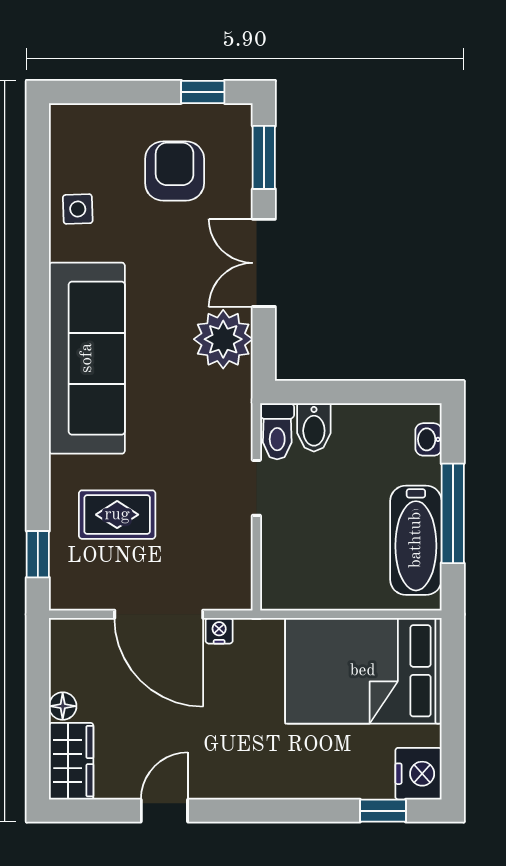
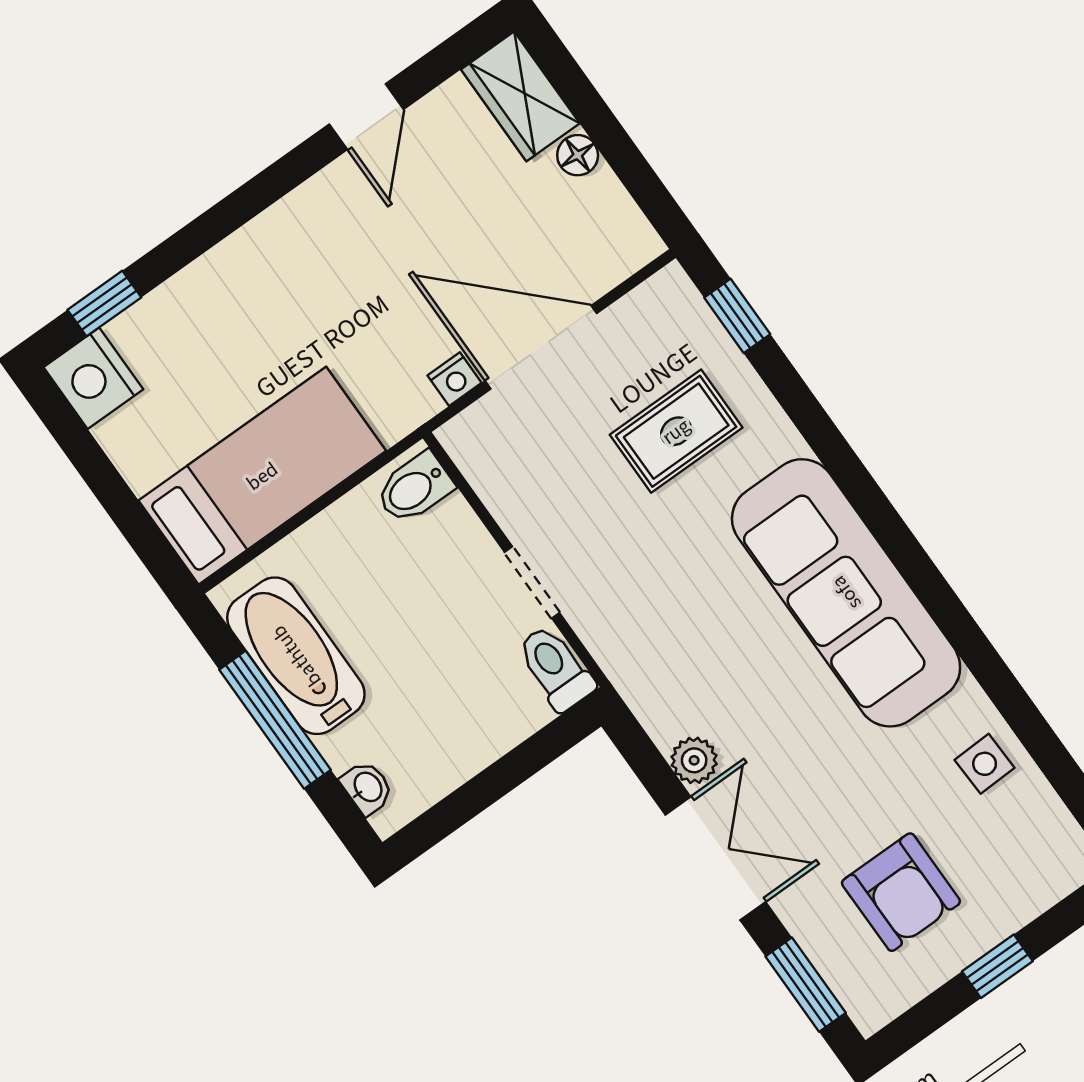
window: (203, 92) -> (997, 966), moved
plant: (223, 339) -> (694, 760), width x0.53, depth x0.53
bidet: (314, 427) -> (414, 488), moved, turned -90
bed: (363, 671) -> (262, 476), width x0.67

